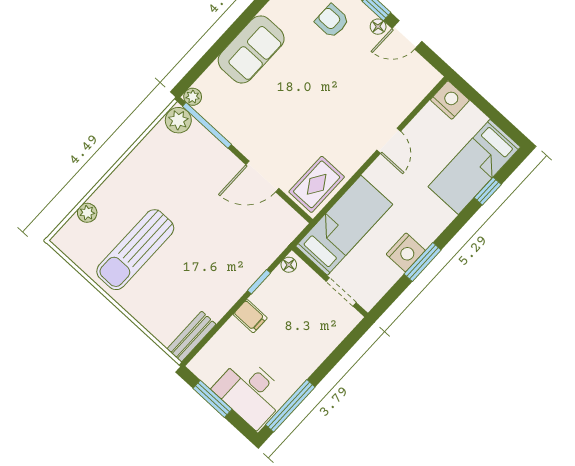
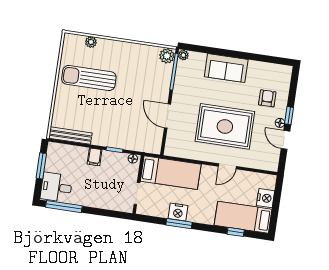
nightstand: (450, 100) -> (266, 198), moved
rug: (317, 184) -> (225, 126), moved, width x1.86, depth x2.06
bench: (191, 337) -> (70, 136), width x1.36
desk: (250, 392) -> (56, 187), width x0.73

